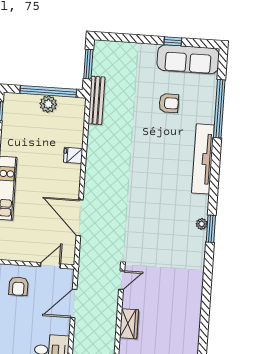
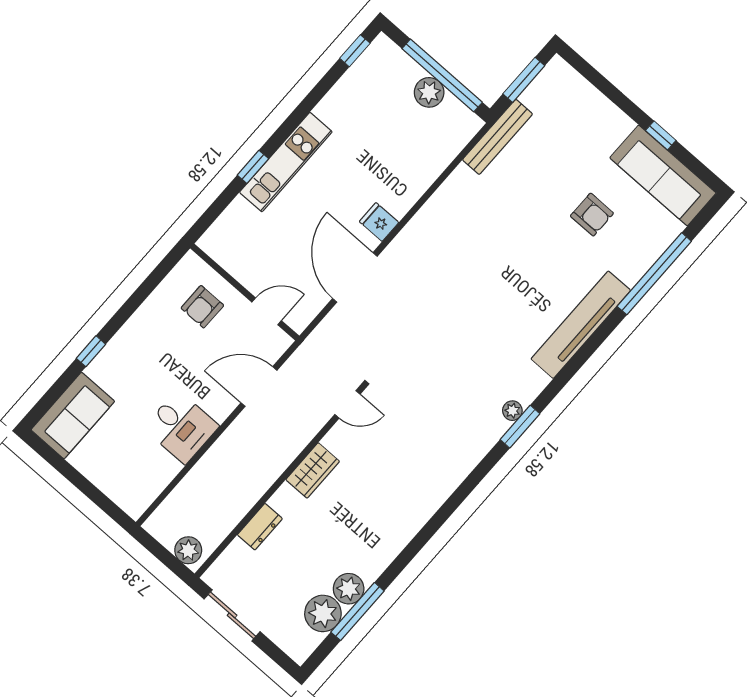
fridge: (73, 155) -> (379, 222), moved

